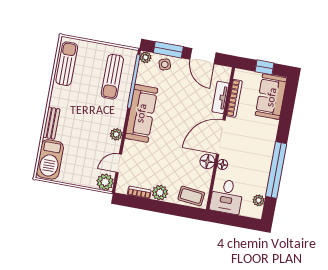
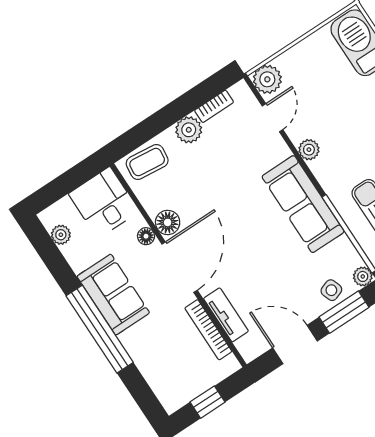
sofa: (271, 97) -> (113, 295), moved
window: (276, 170) -> (100, 329), moved

